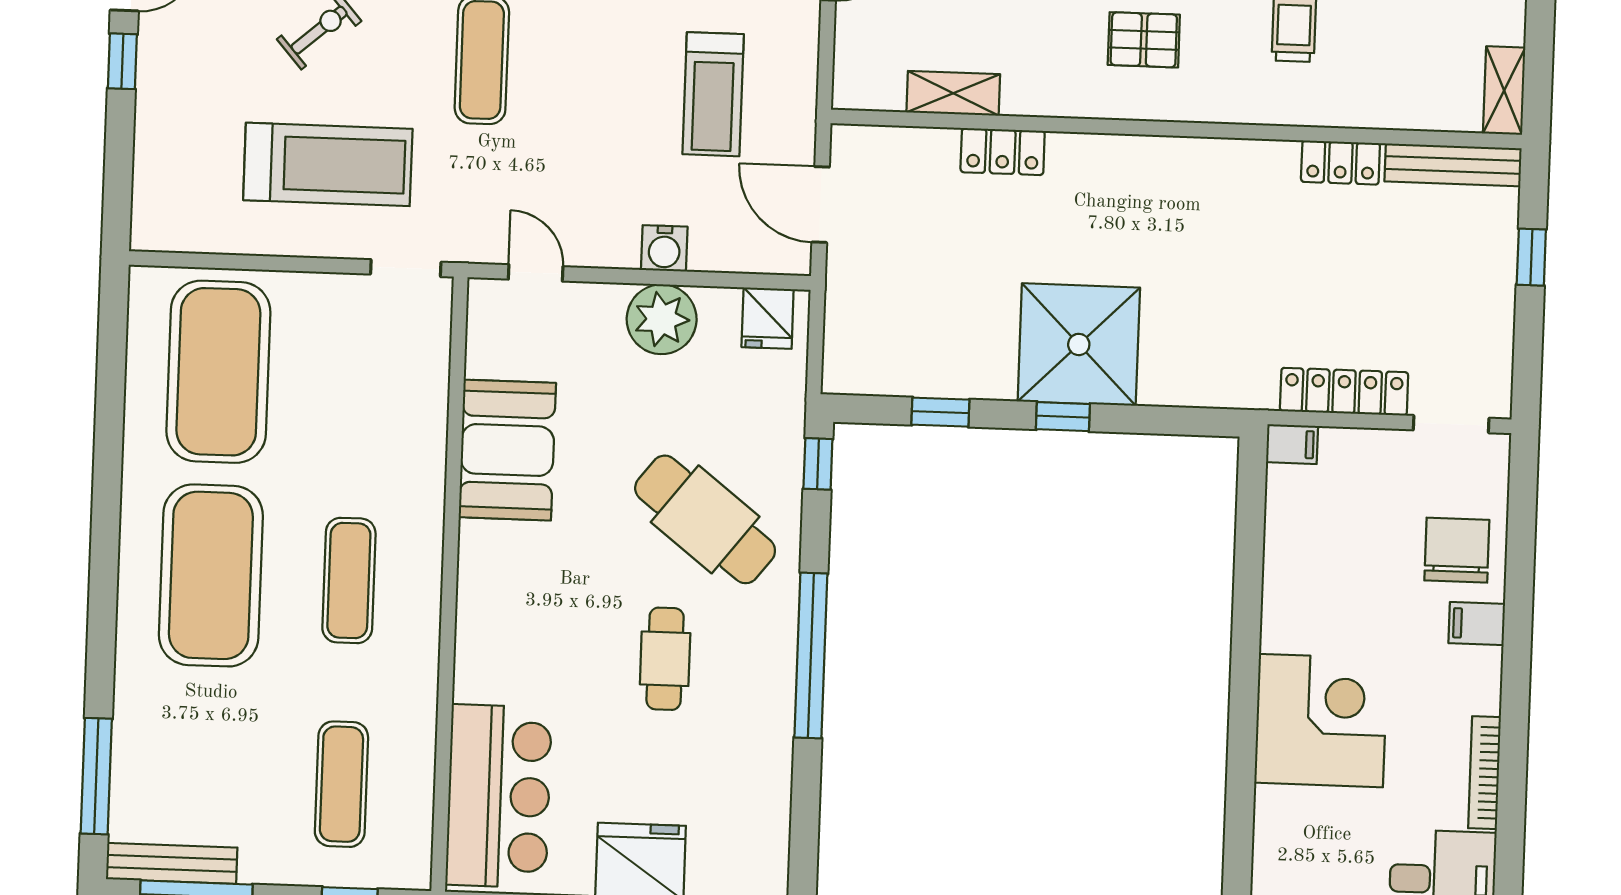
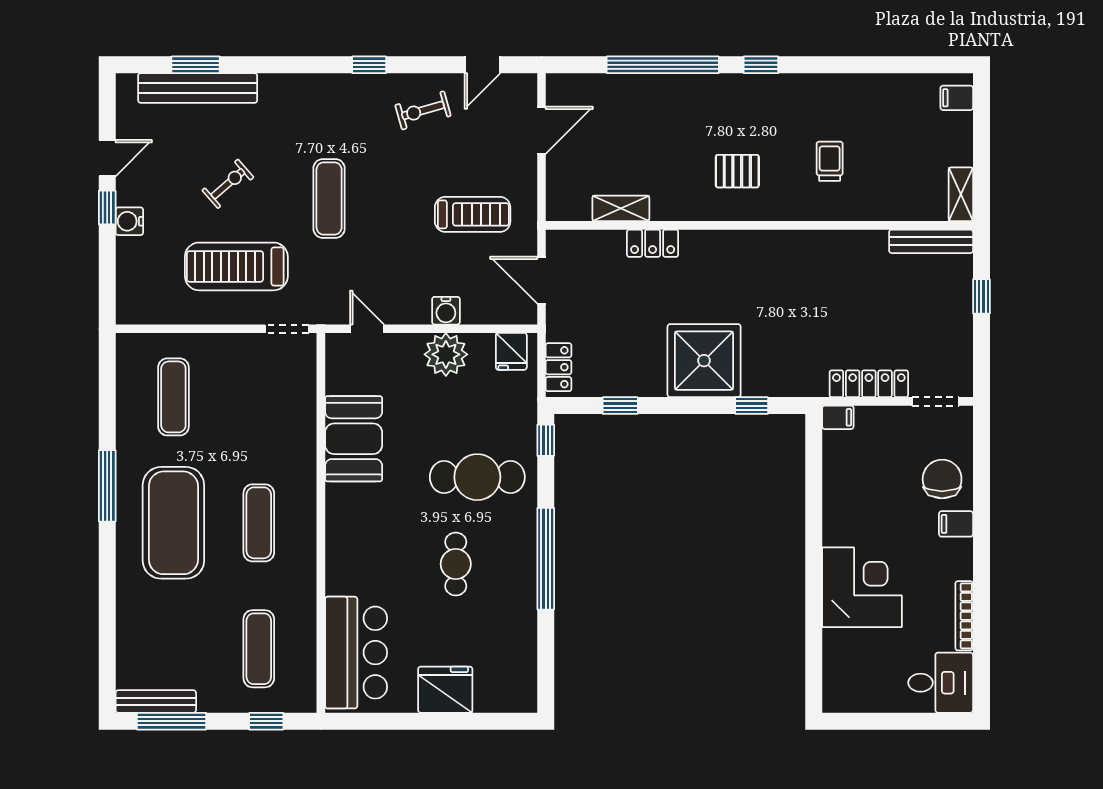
water cooler: (157, 85) -> (129, 221), added
treadmill: (713, 94) -> (473, 214), turned -90
locker: (1340, 163) -> (558, 367), moved, turned -90
treadmill: (328, 164) -> (236, 266), turned 180
exercise mat: (218, 372) -> (173, 397), width x0.50, depth x0.69
window: (1063, 417) -> (752, 406), moved
cafe table: (705, 519) -> (477, 477), turned -38
window: (96, 776) -> (107, 486), moved

